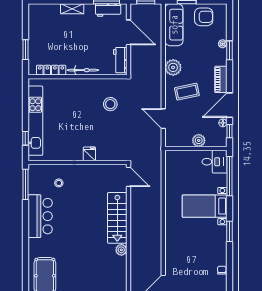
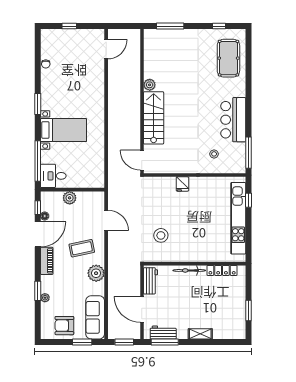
window: (25, 50) -> (248, 311), moved

